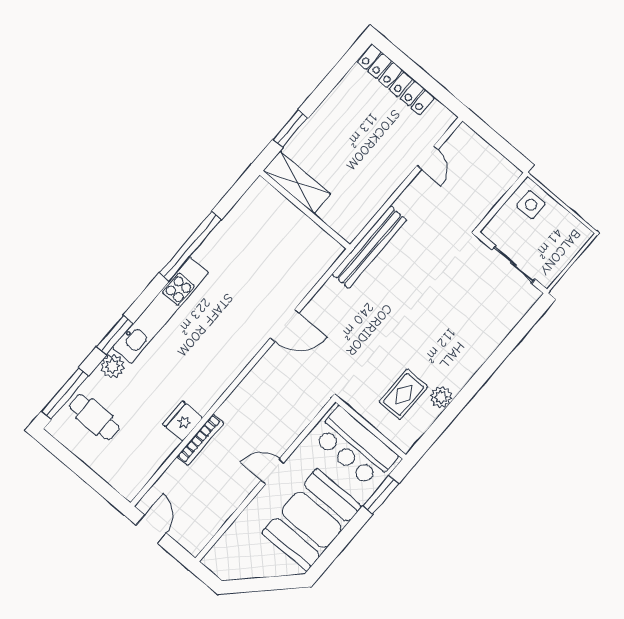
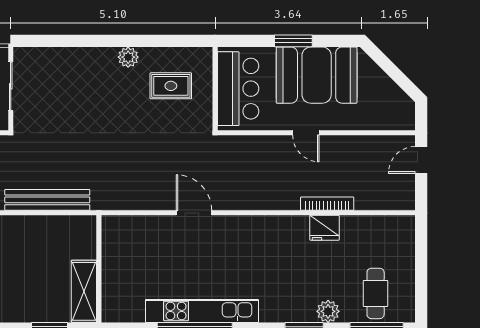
bench: (369, 247) -> (47, 200), moved
kitchen unit: (161, 310) -> (202, 311), moved
plant: (441, 397) -> (128, 57), moved
window: (381, 495) -> (293, 41), moved
door: (151, 529) -> (421, 160), moved

